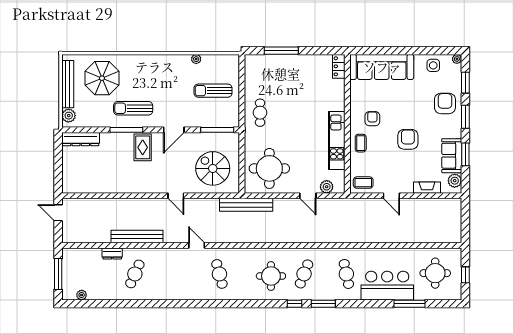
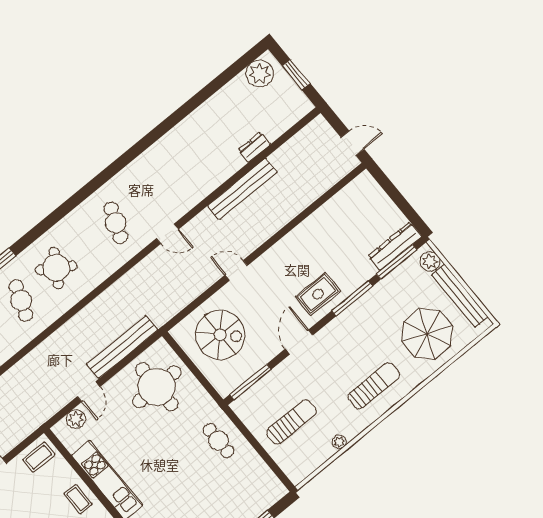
sun lounger: (133, 108) -> (374, 386), moved
window: (87, 130) -> (397, 262), added
rug: (143, 147) -> (318, 294), turned 90
door: (308, 196) -> (89, 392), swing flipped
bench: (246, 205) -> (122, 347), moved
window: (58, 274) -> (296, 75), width x0.69
cafe table: (135, 274) -> (210, 145), removed
cafe table: (219, 274) -> (116, 223), turned 36
round table: (271, 276) -> (56, 268), turned 32
plant: (82, 295) -> (260, 73), width x1.88, depth x1.88

